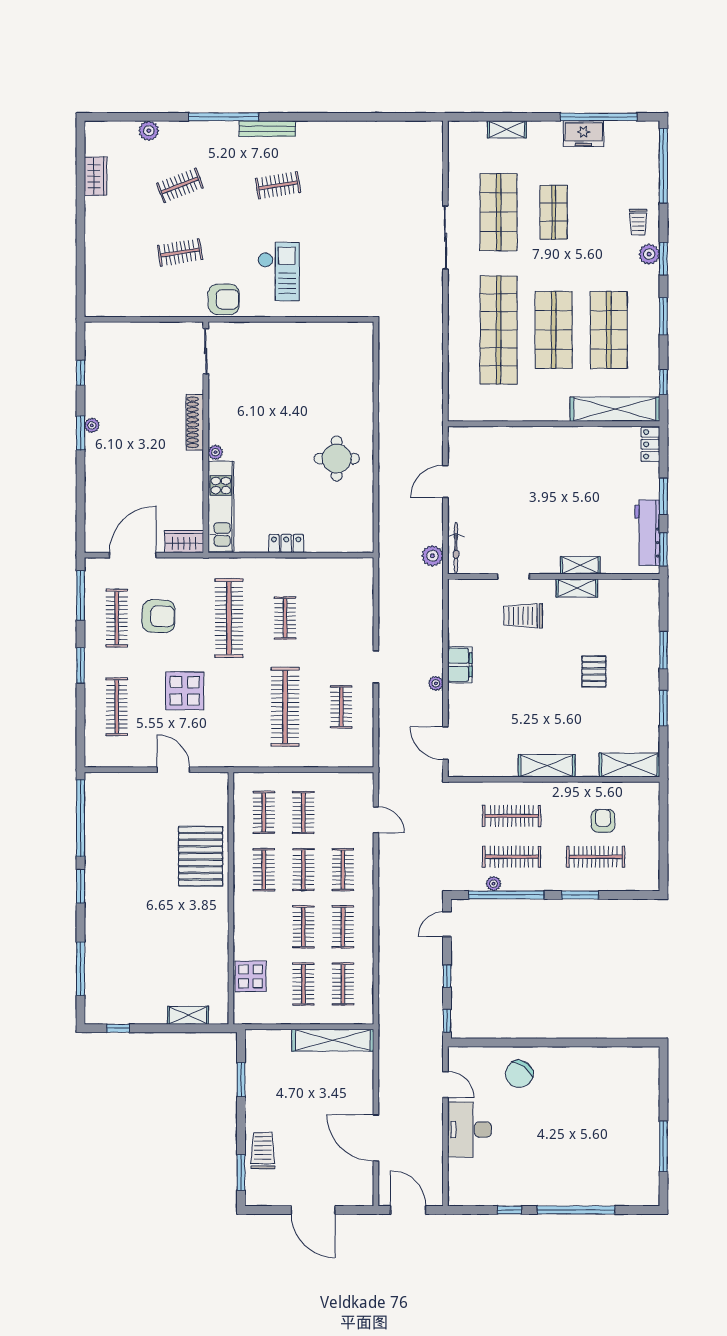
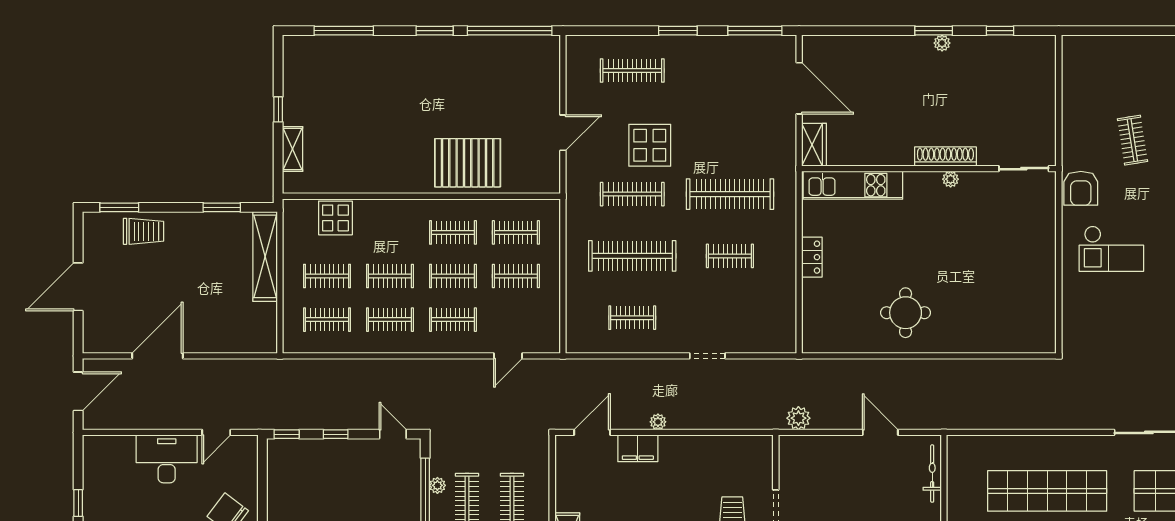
plant: (215, 452) -> (951, 179), moved
bicycle: (456, 548) -> (932, 474), moved, turned 90
armchair: (158, 616) -> (732, 116), removed
clothes rail: (117, 618) -> (632, 194), moved
filing cabinet: (460, 665) -> (638, 448), moved
doorway: (376, 667) -> (707, 356), moved
window: (118, 1028) -> (278, 109), moved
shelving: (333, 1040) -> (265, 256), moved

